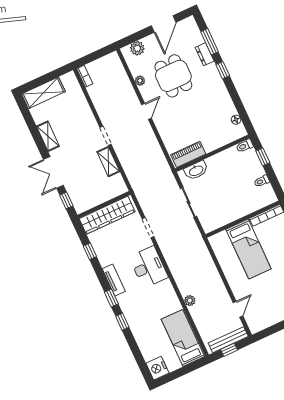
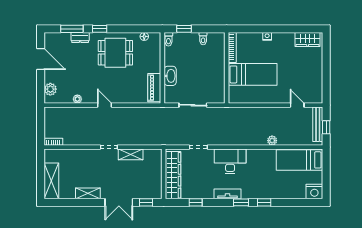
dining table: (173, 76) -> (115, 53), moved
washbasin: (196, 170) -> (170, 76), moved

